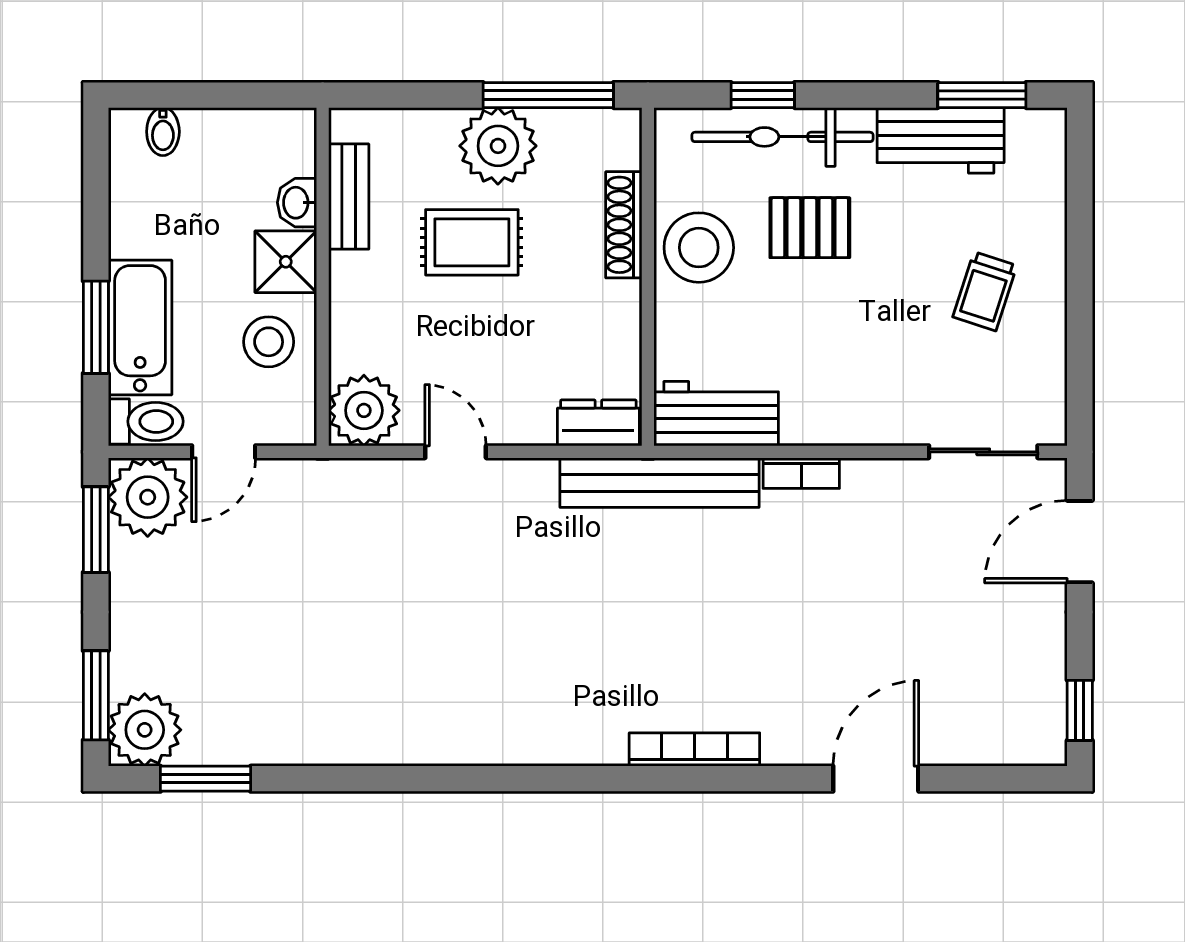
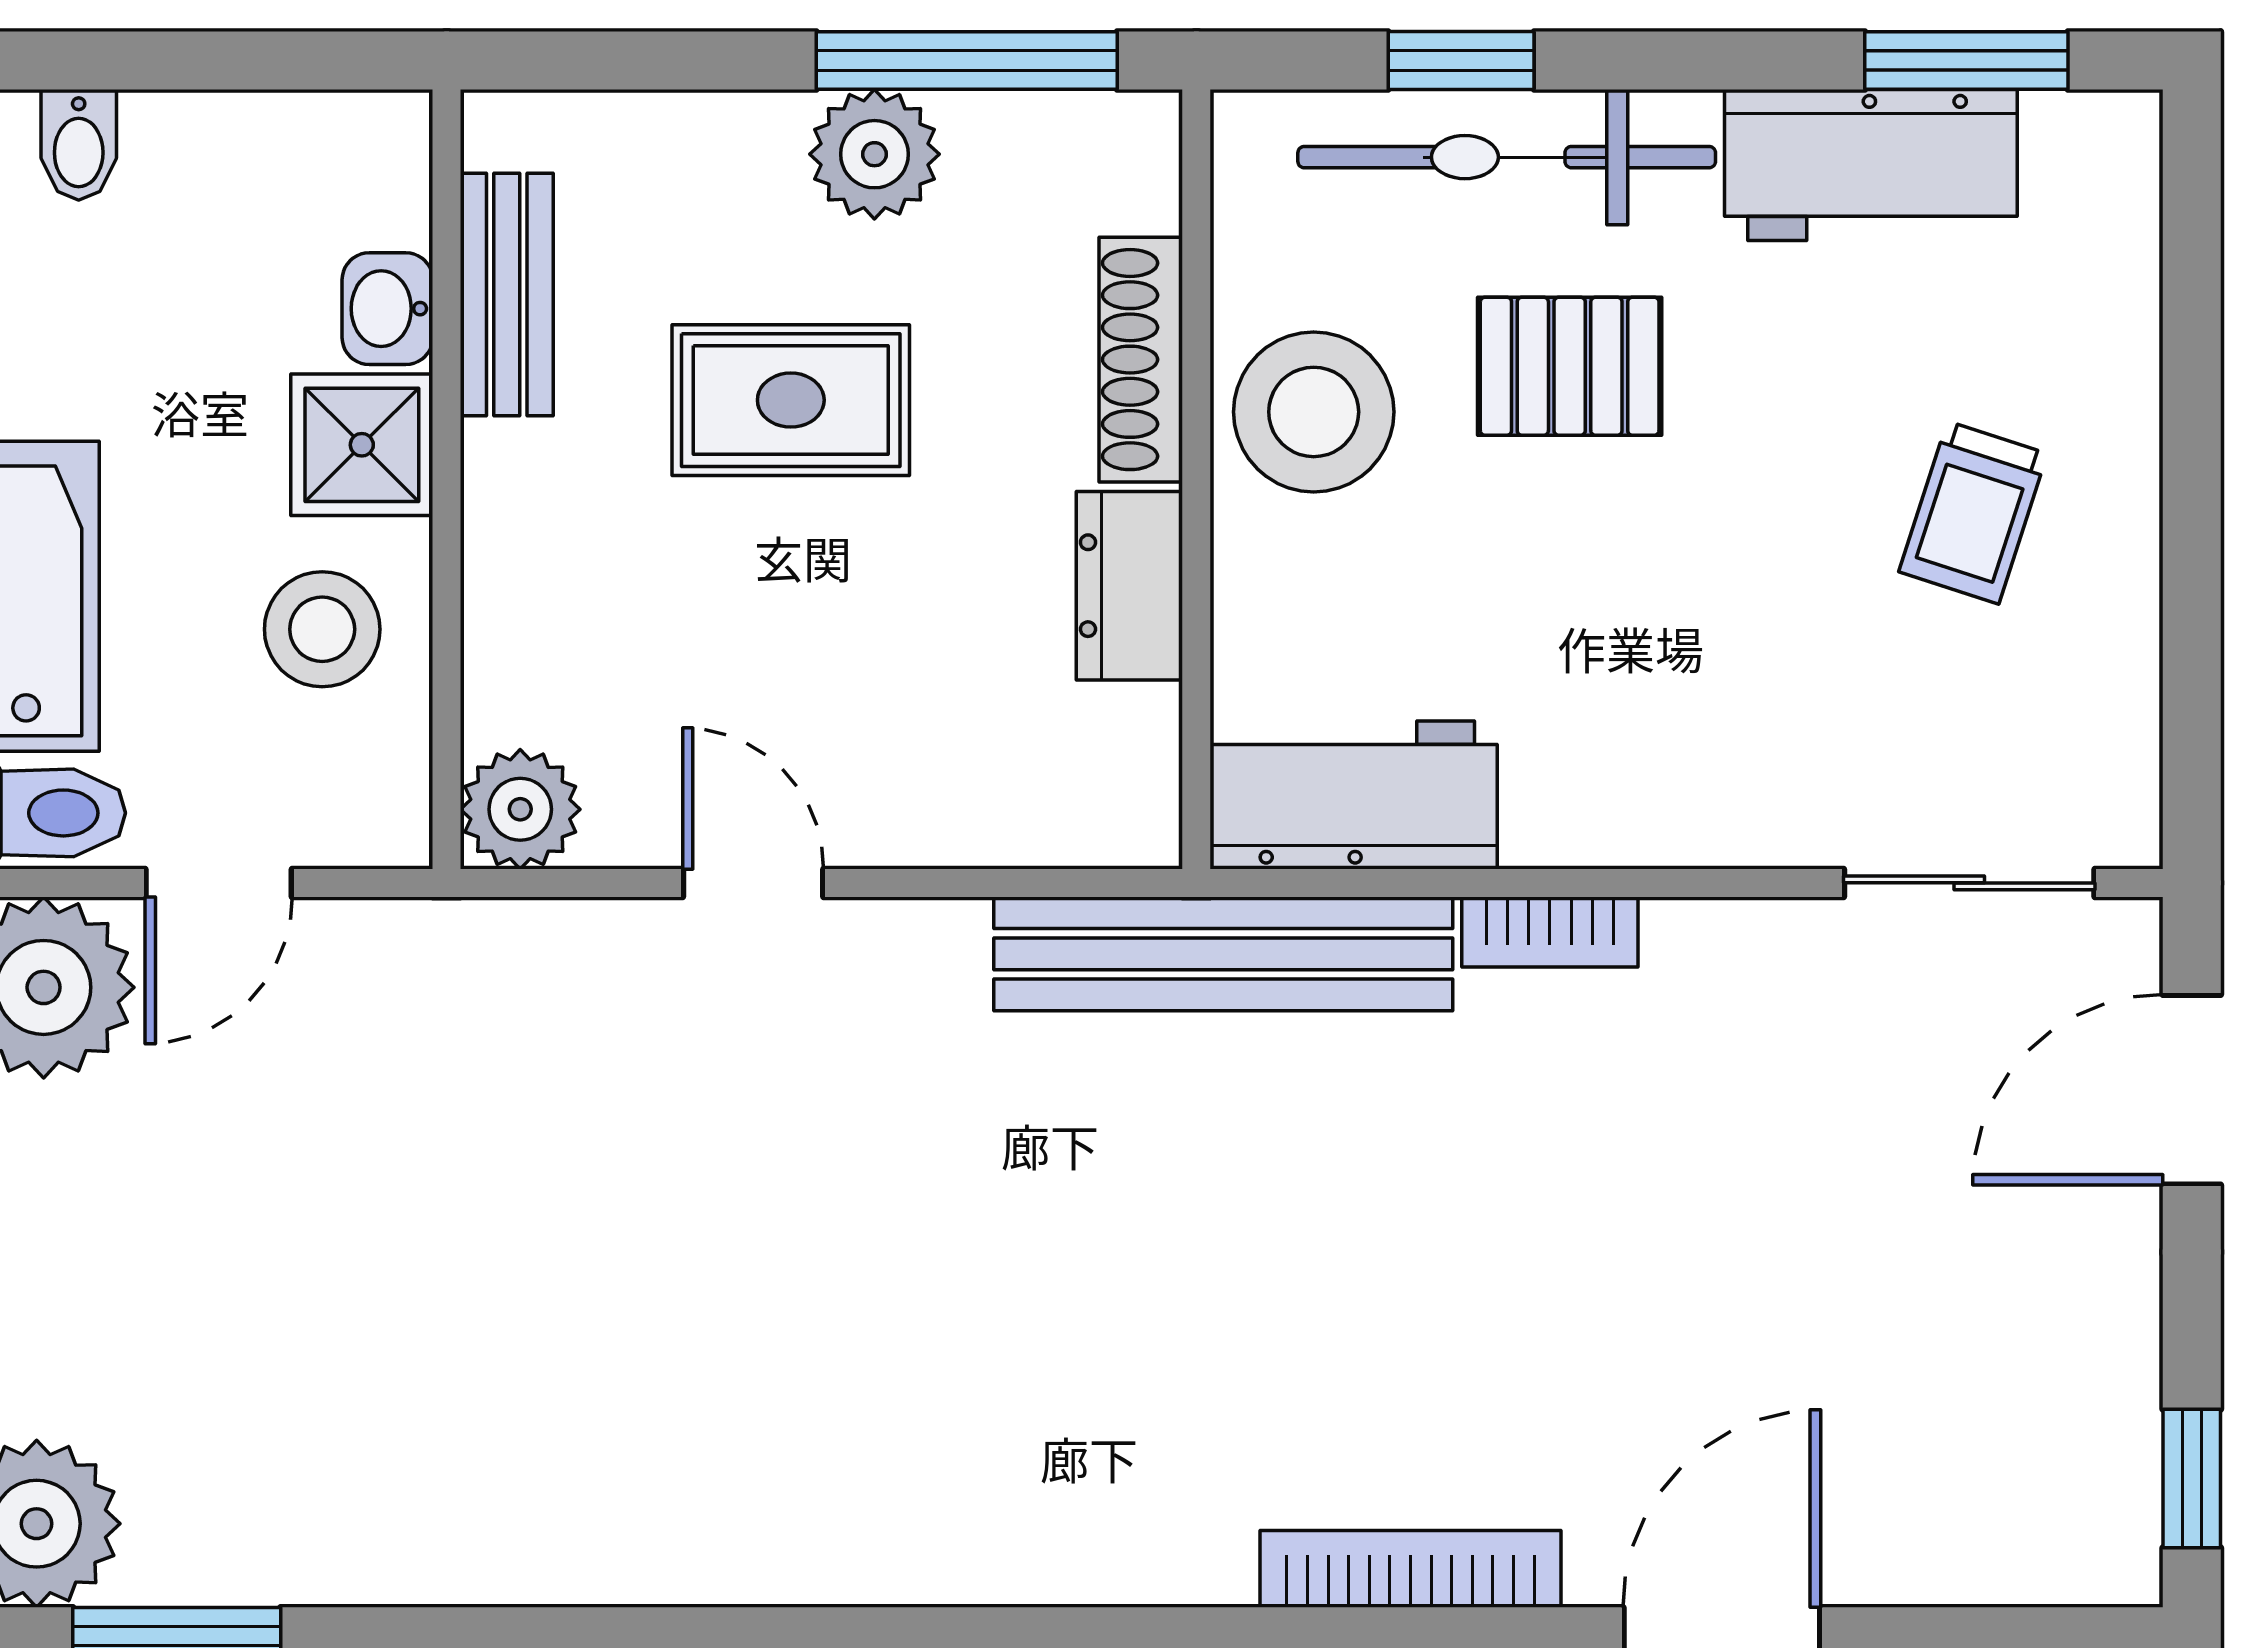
plant: (498, 146) -> (874, 154), width x0.73, depth x0.73
plant: (364, 410) -> (520, 809), width x0.73, depth x0.73
dresser: (598, 423) -> (1129, 586), moved, turned -90
bookcase: (694, 749) -> (1411, 1569), moved

